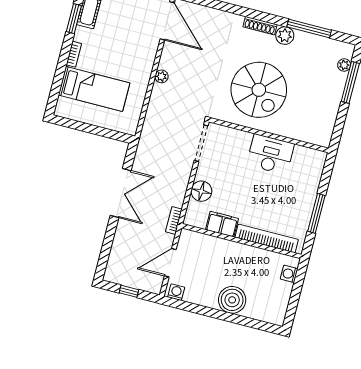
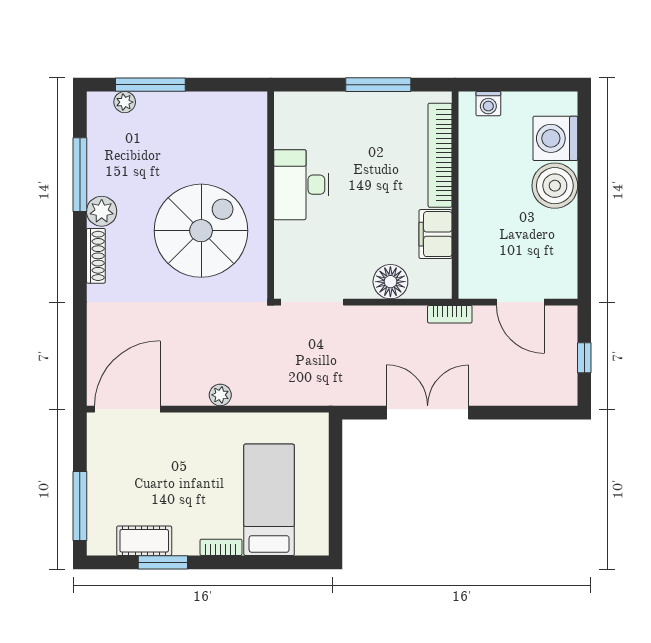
washing machine: (176, 292) -> (555, 138), moved, width x1.89, depth x1.89

